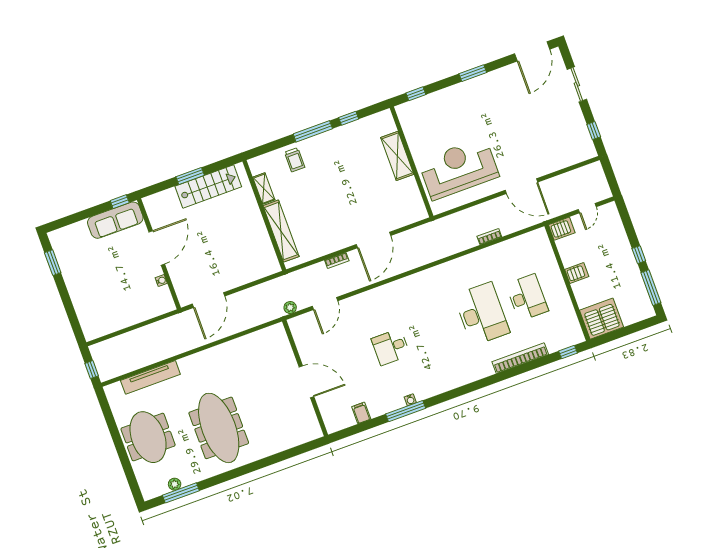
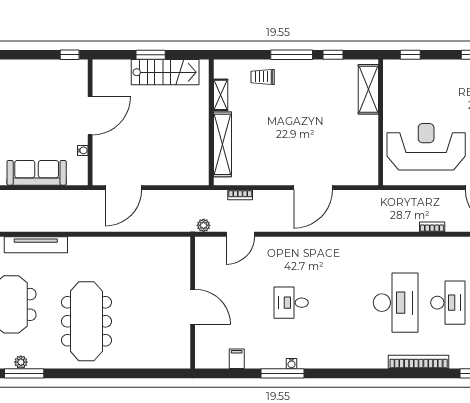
shelving: (397, 156) -> (368, 89), moved
trolley: (295, 160) -> (263, 77), turned 90
sofa: (115, 220) -> (37, 173), moved, turned 180
bookcase: (337, 260) -> (240, 195), moved

